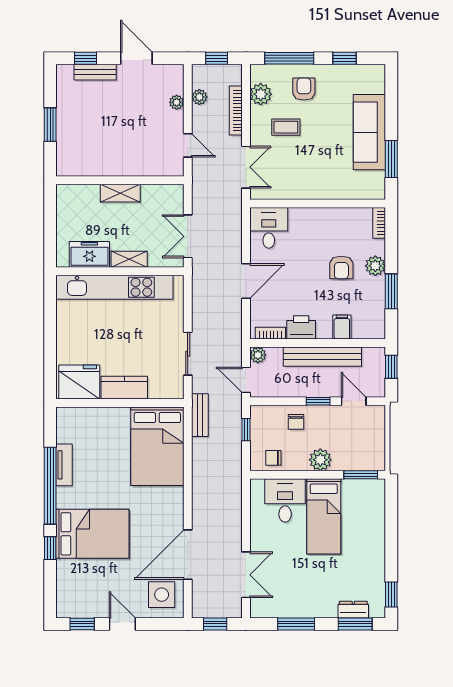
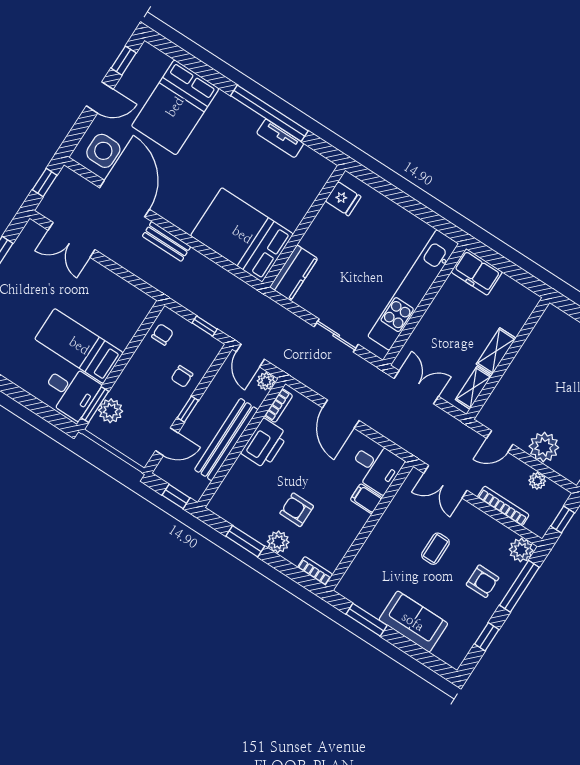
plant: (261, 94) -> (521, 550), moved
plant: (177, 102) -> (544, 447), width x1.88, depth x1.88
coffee table: (286, 127) -> (435, 549), moved
sofa: (369, 132) -> (413, 622), width x0.73
freezer: (89, 254) -> (477, 272), moved, turned 90
shelving: (129, 259) -> (473, 388), moved
printer: (301, 327) -> (265, 444), width x1.37, depth x1.19
filing cabinet: (342, 327) -> (366, 499), moved, turned 180
sliding door: (188, 354) -> (336, 335), moved
door: (246, 380) -> (250, 356), swing flipped
fridge: (79, 382) -> (343, 199), width x0.53, depth x0.75
kitchen counter: (124, 388) -> (294, 273), moved
bench: (200, 415) -> (167, 241), moved
chair: (296, 422) -> (182, 376), turned -90
plant: (320, 460) -> (111, 411), moved
desk: (285, 500) -> (71, 391), moved
bed: (92, 534) -> (175, 107), moved
window: (50, 548) -> (212, 76), removed

